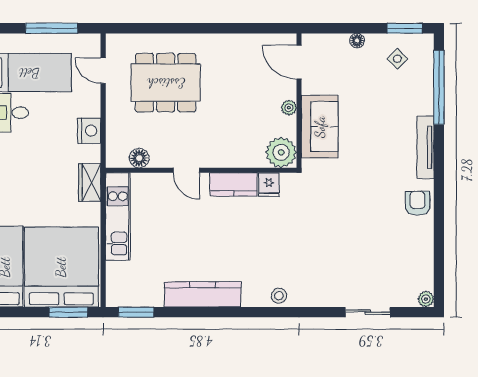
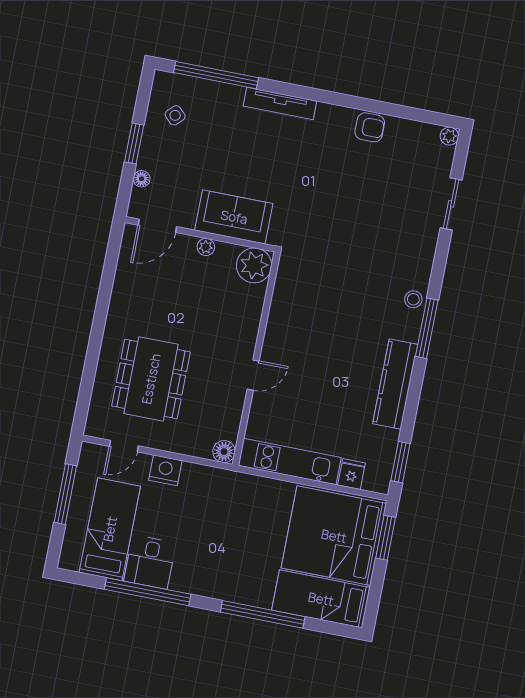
window: (405, 28) -> (134, 143), moved
floor lamp: (357, 41) -> (142, 179), moved
nightstand: (89, 131) -> (165, 470), moved
floor lamp: (139, 158) -> (224, 452), moved
wardrobe: (90, 182) -> (246, 486), removed
kitchen counter: (234, 184) -> (279, 325), removed
fridge: (269, 185) -> (351, 474), moved, turned -90
armchair: (417, 203) -> (370, 127), moved, turned 180
window: (256, 312) -> (427, 328), added

